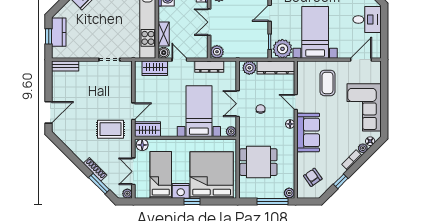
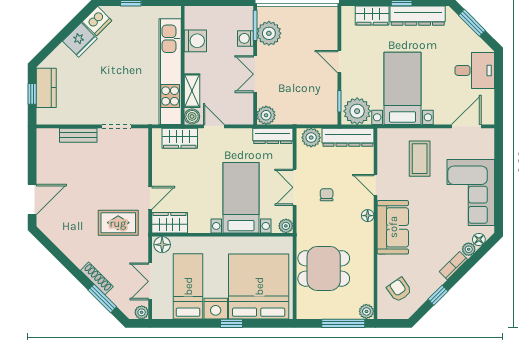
door: (270, 13) -> (339, 62), hinge flipped
bench: (65, 66) -> (78, 135), moved
dresser: (209, 67) -> (273, 136), moved

